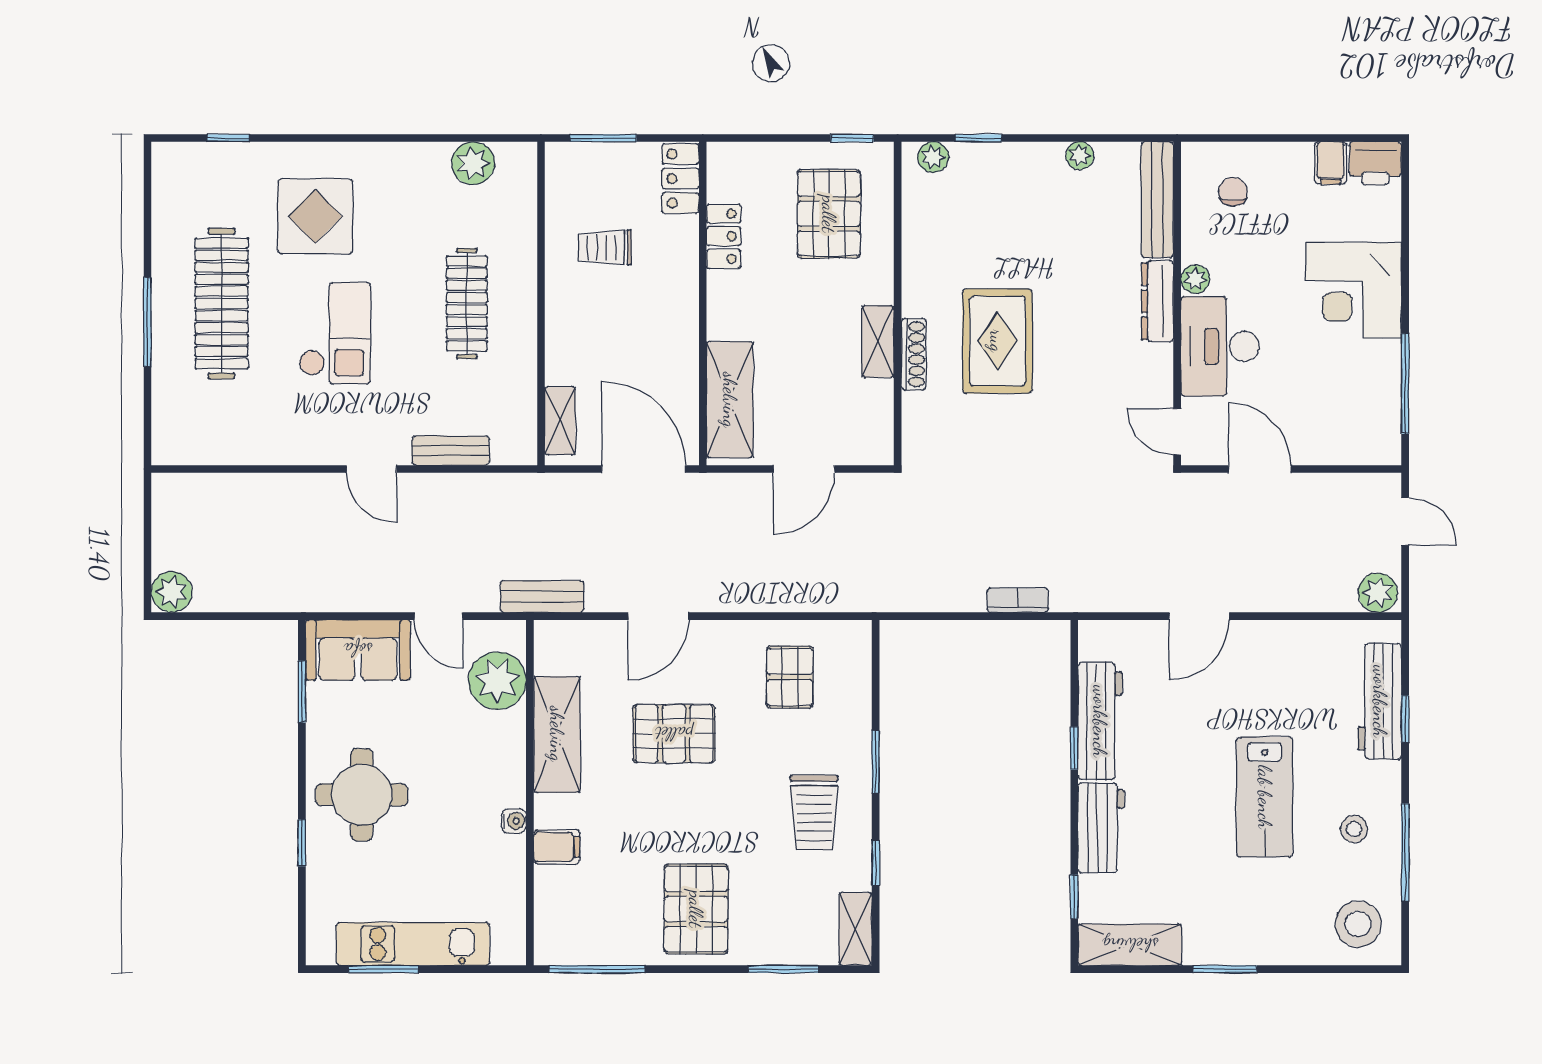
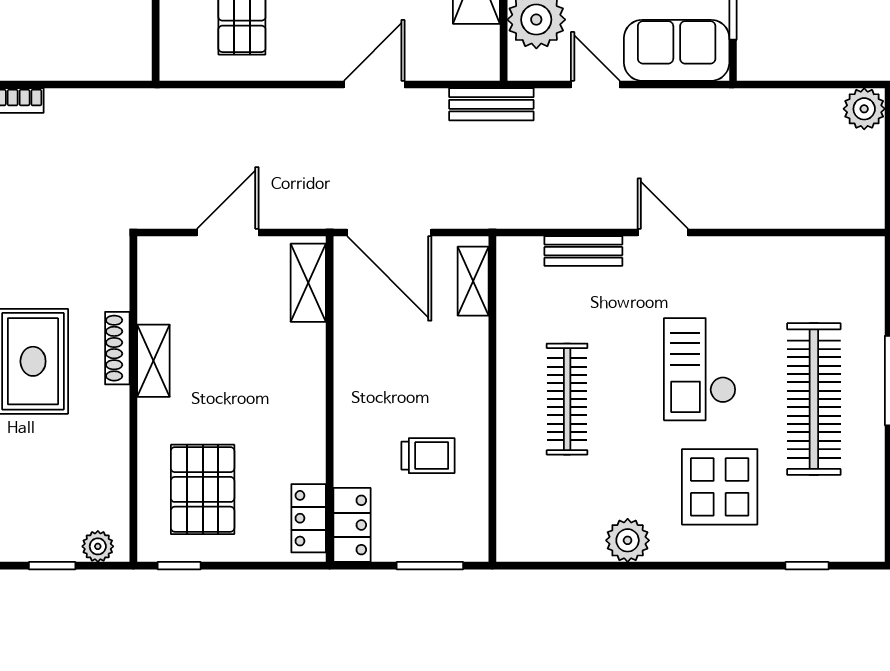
plant: (473, 163) -> (628, 540), moved
locker: (724, 236) -> (309, 518), moved
shelving: (730, 400) -> (308, 283), width x0.67, depth x0.75

